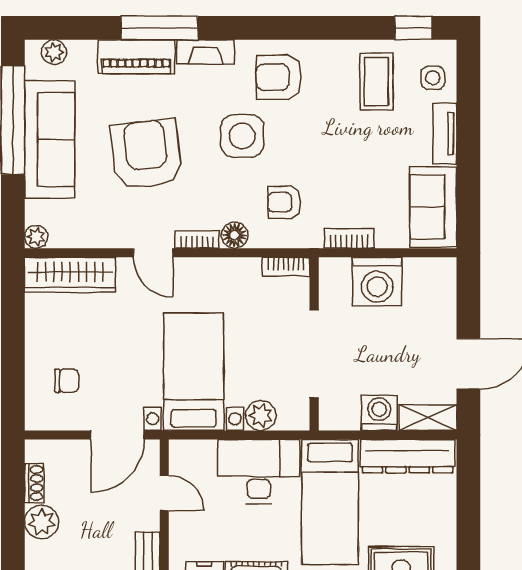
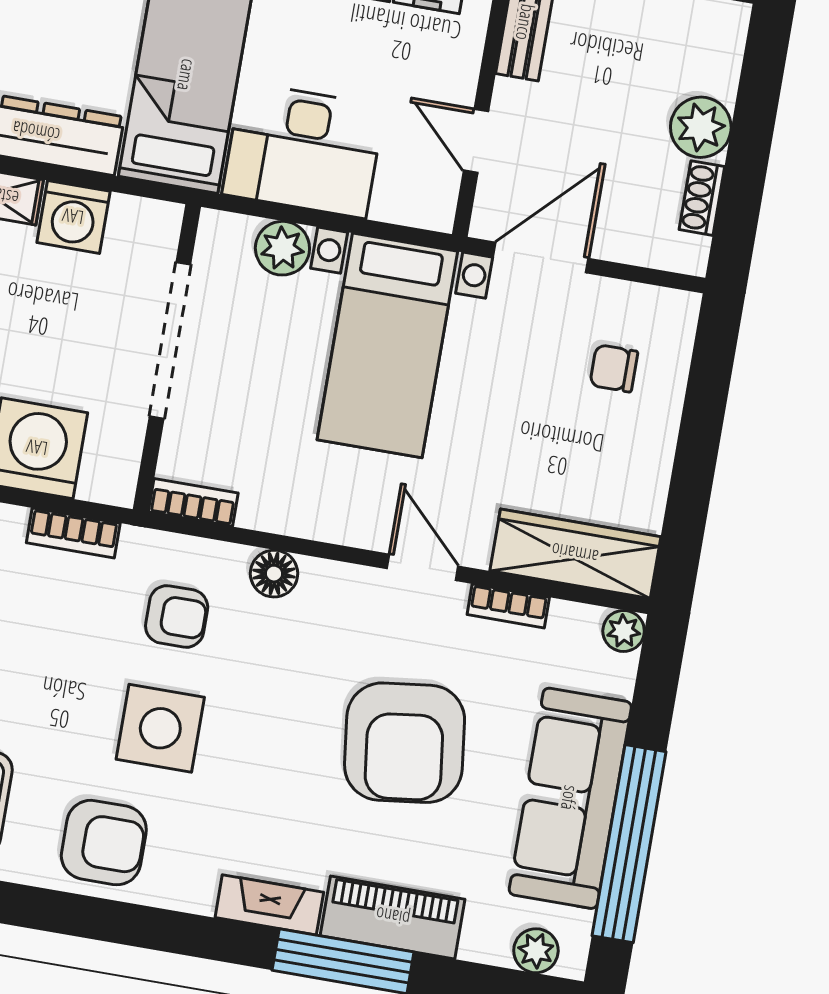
armchair: (279, 77) -> (104, 843), moved
side table: (242, 136) -> (160, 728), moved
bookcase: (197, 240) -> (508, 606), moved

